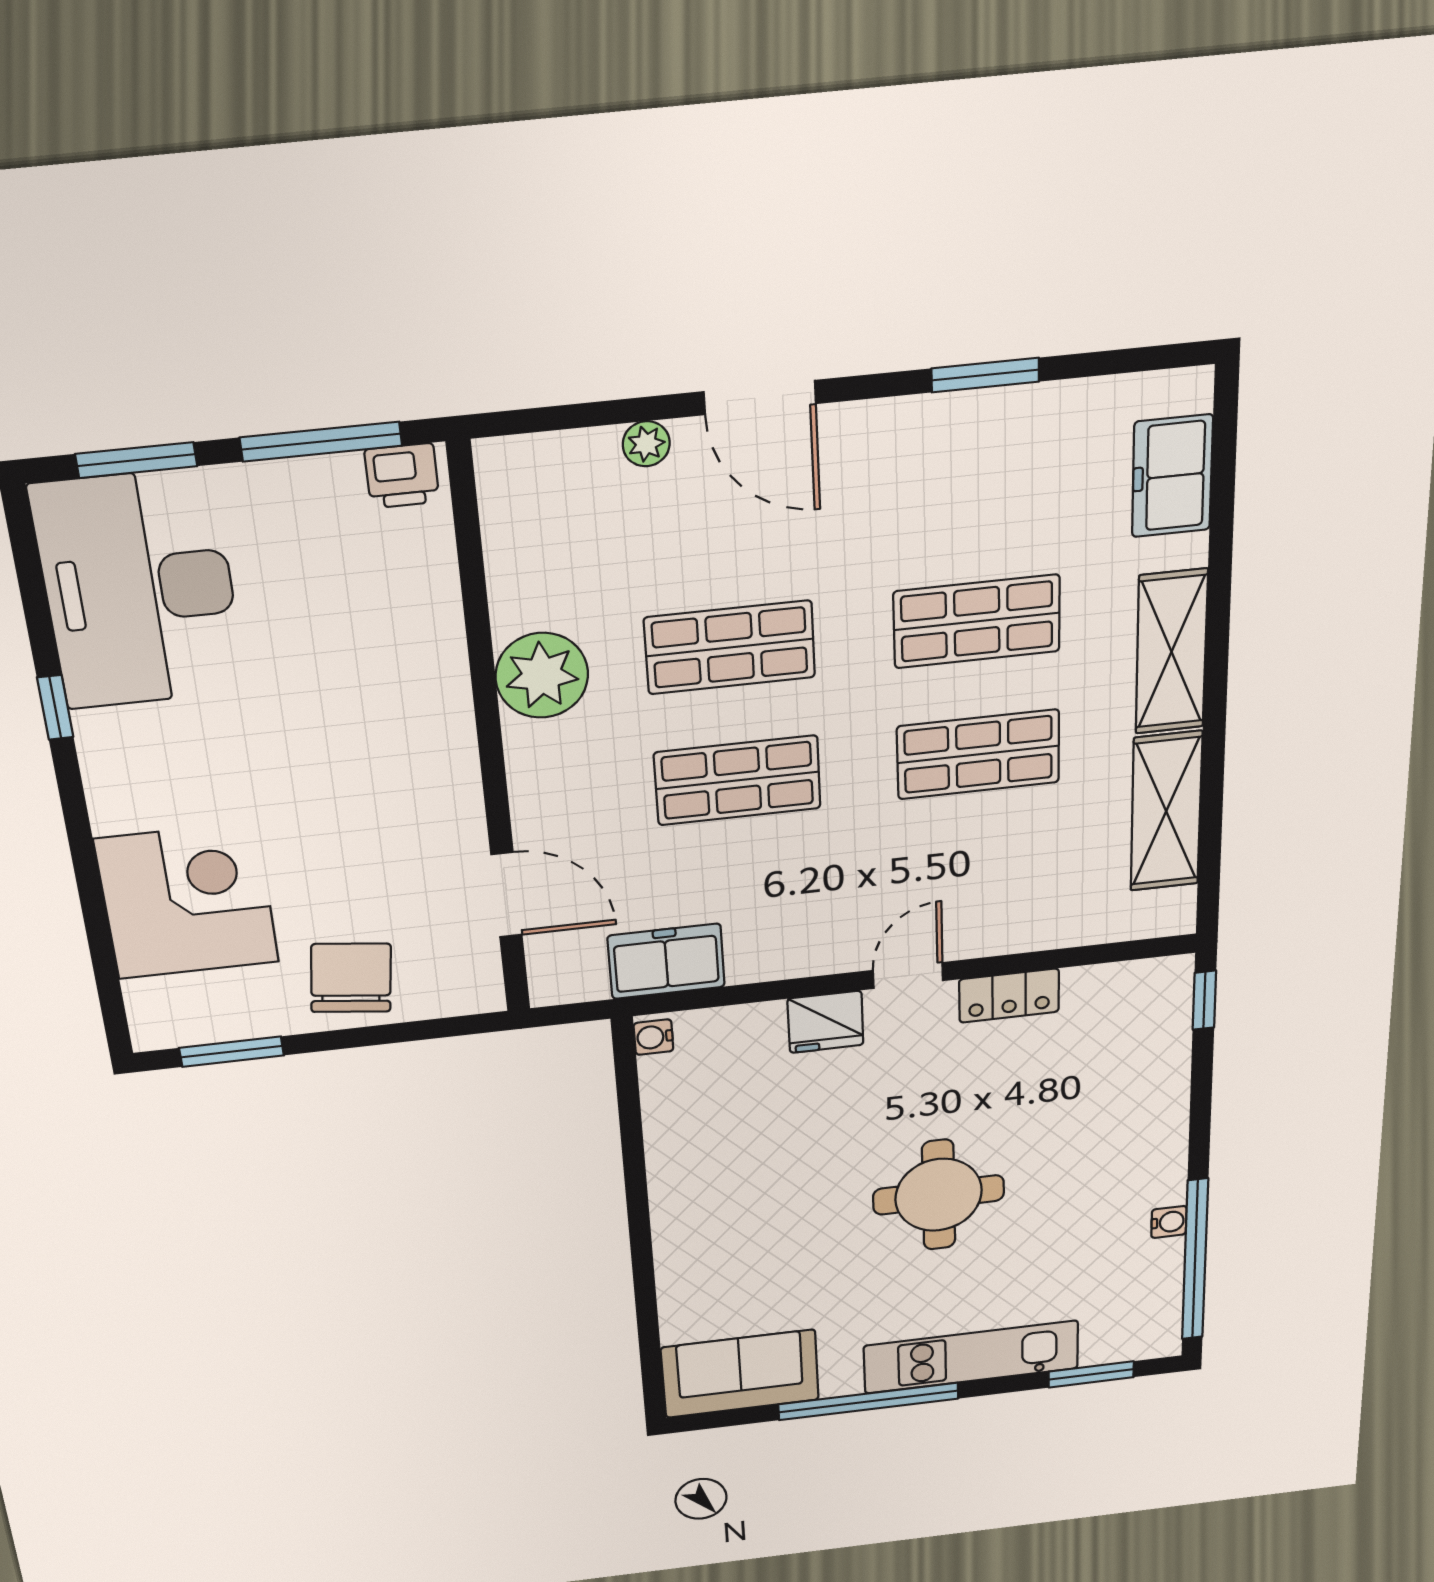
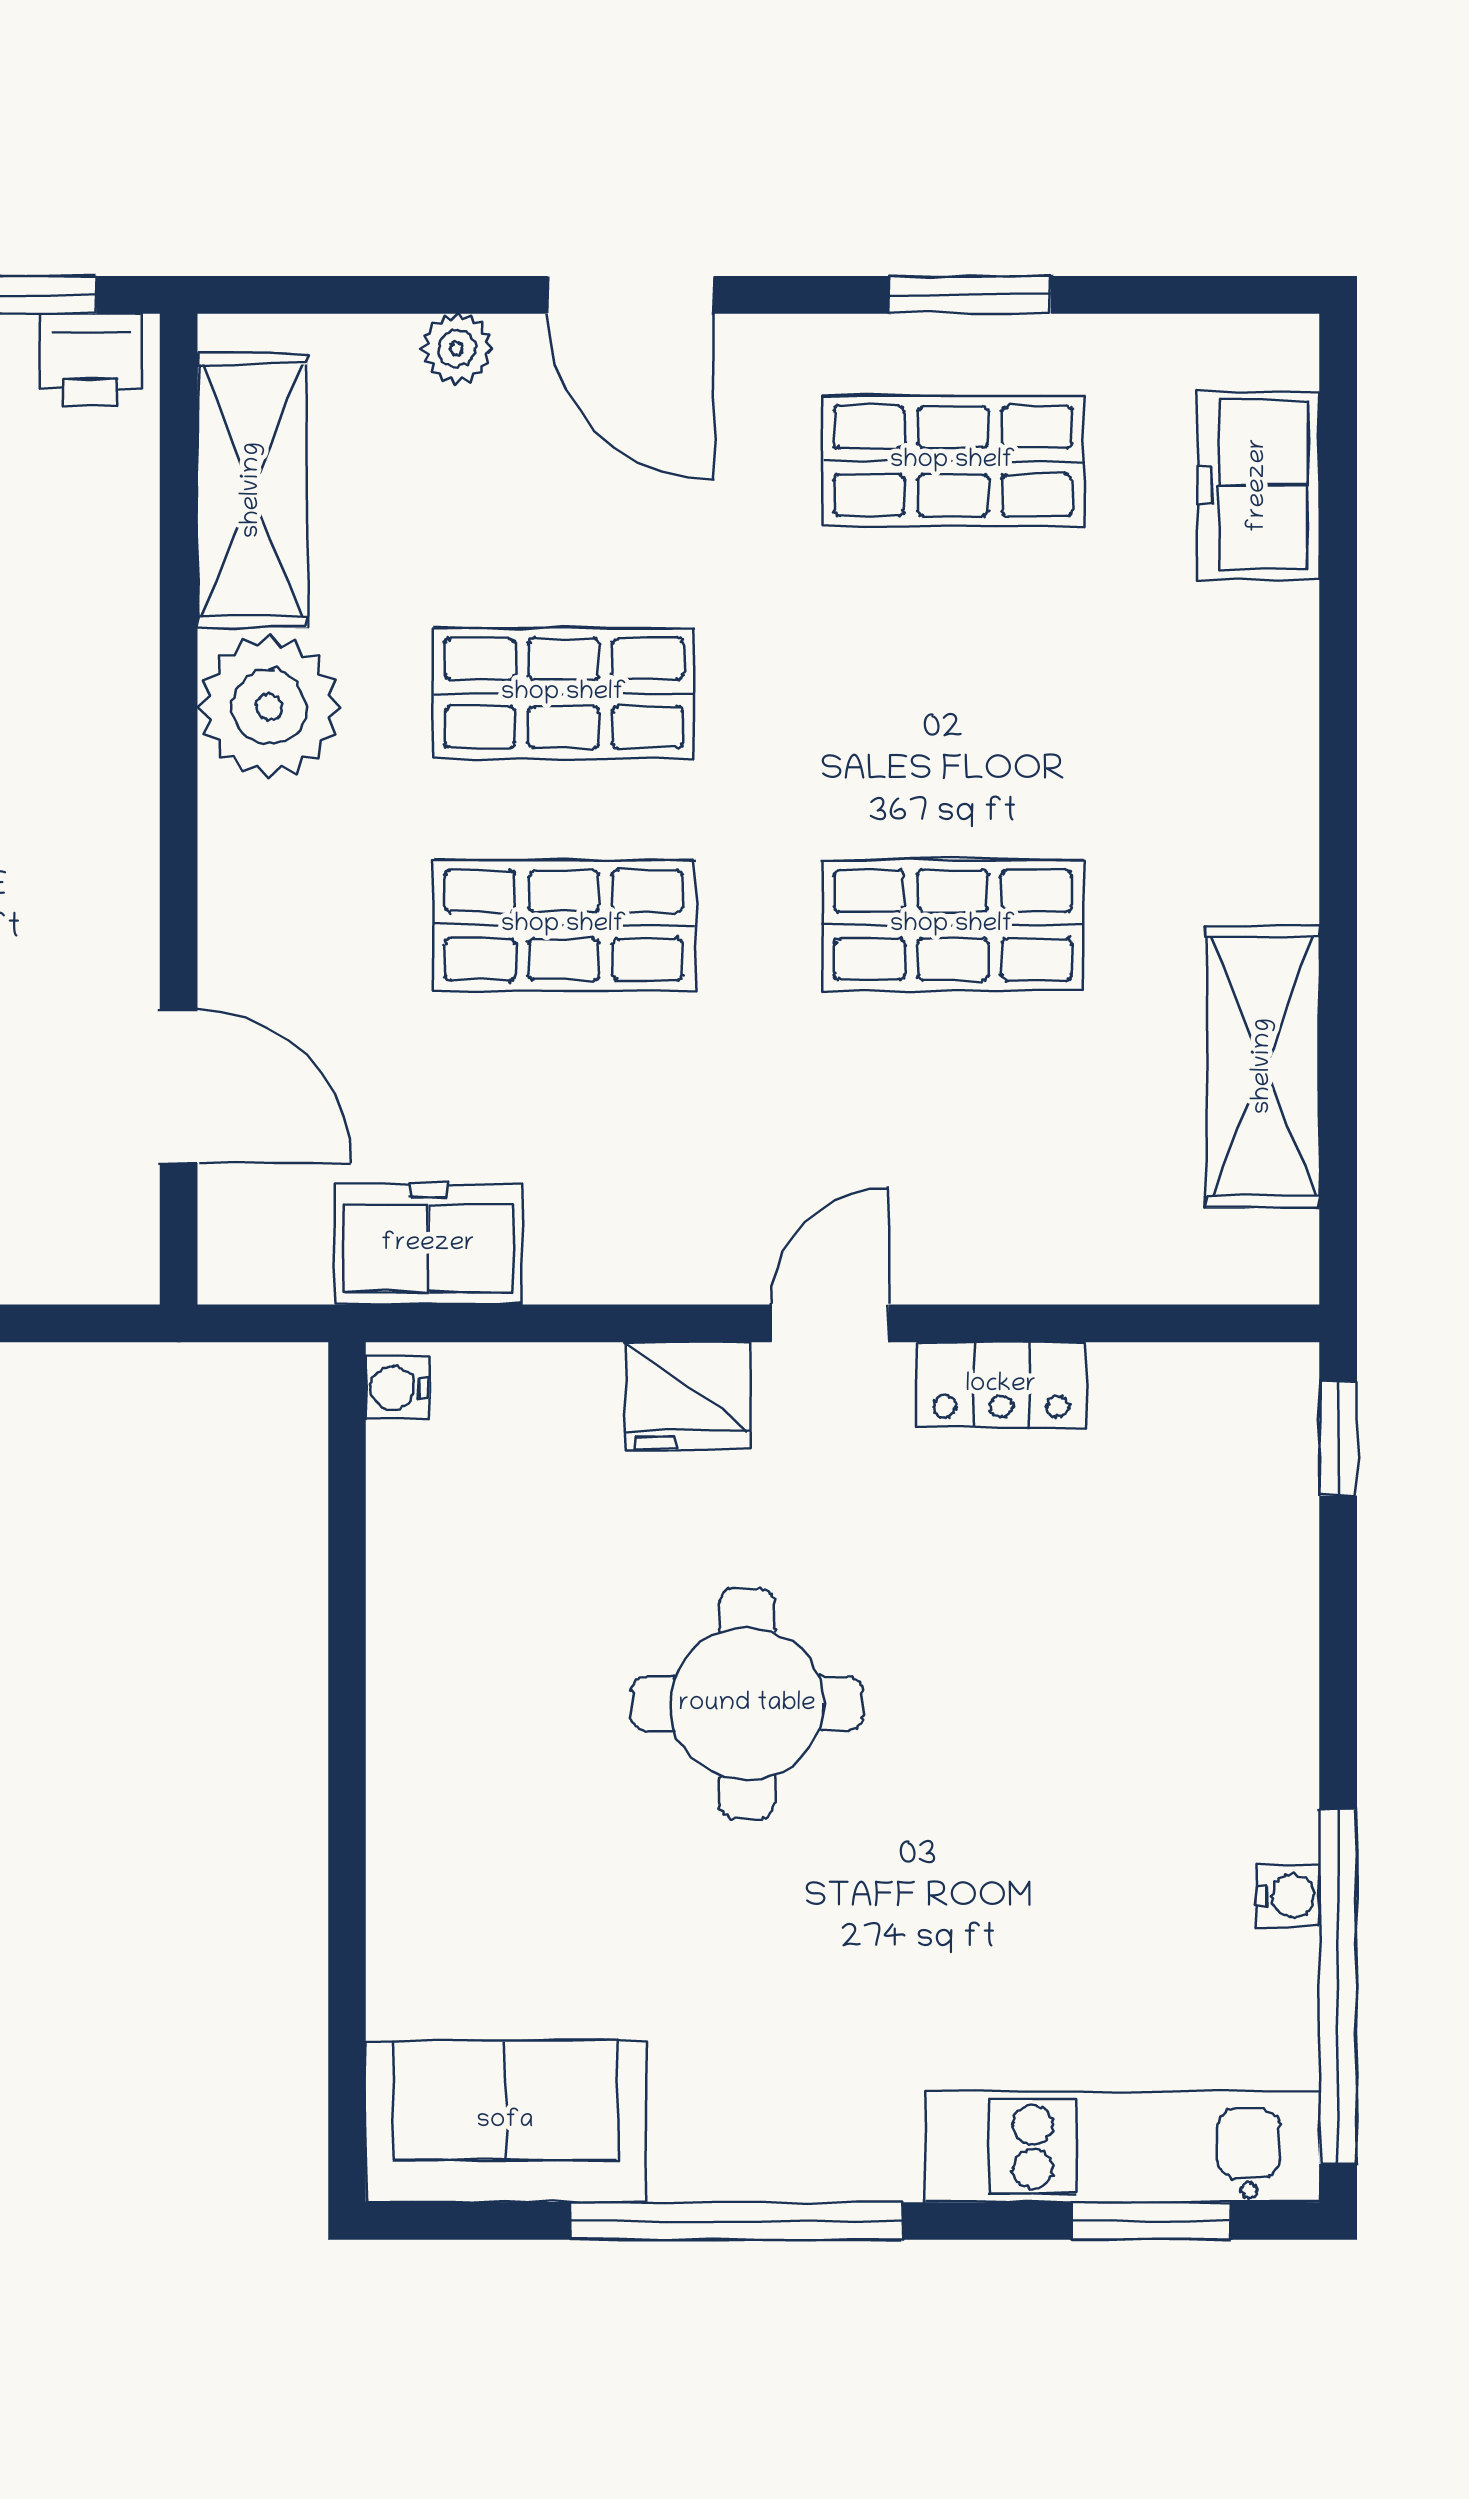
shop shelf: (977, 621) -> (953, 461), moved
shelving: (1171, 652) -> (252, 490), moved
round table: (939, 1195) -> (747, 1704), moved
kitchen unit: (971, 1357) -> (1123, 2147), moved

